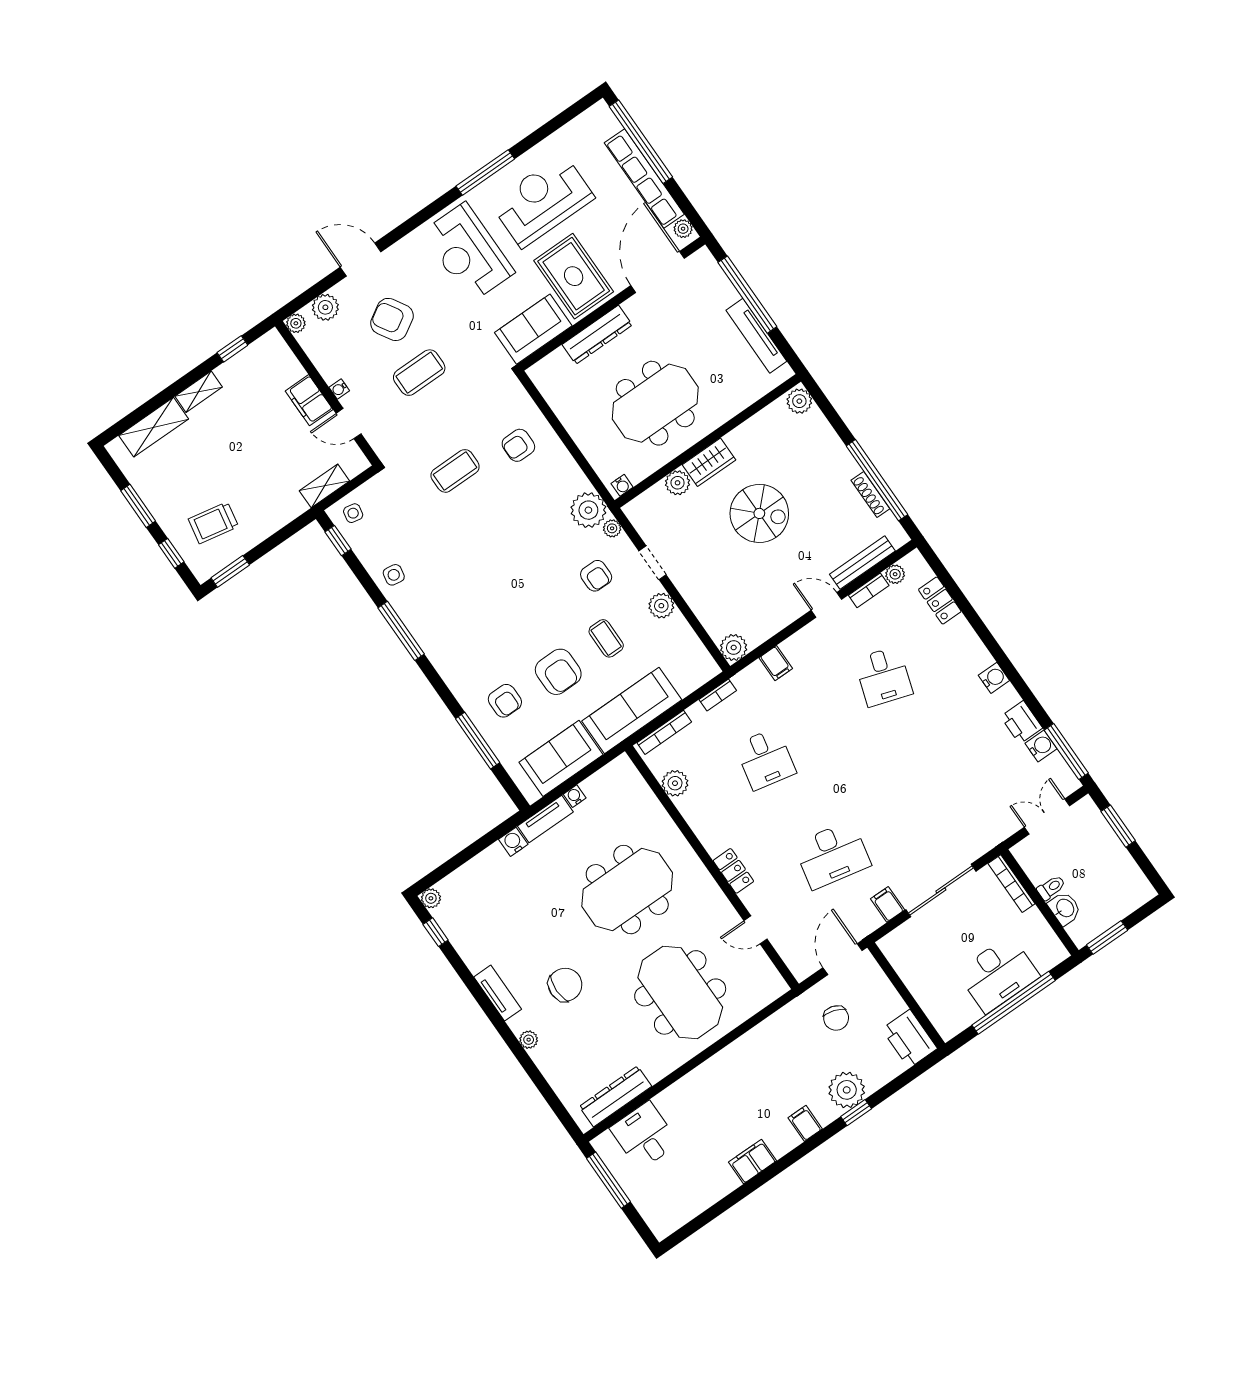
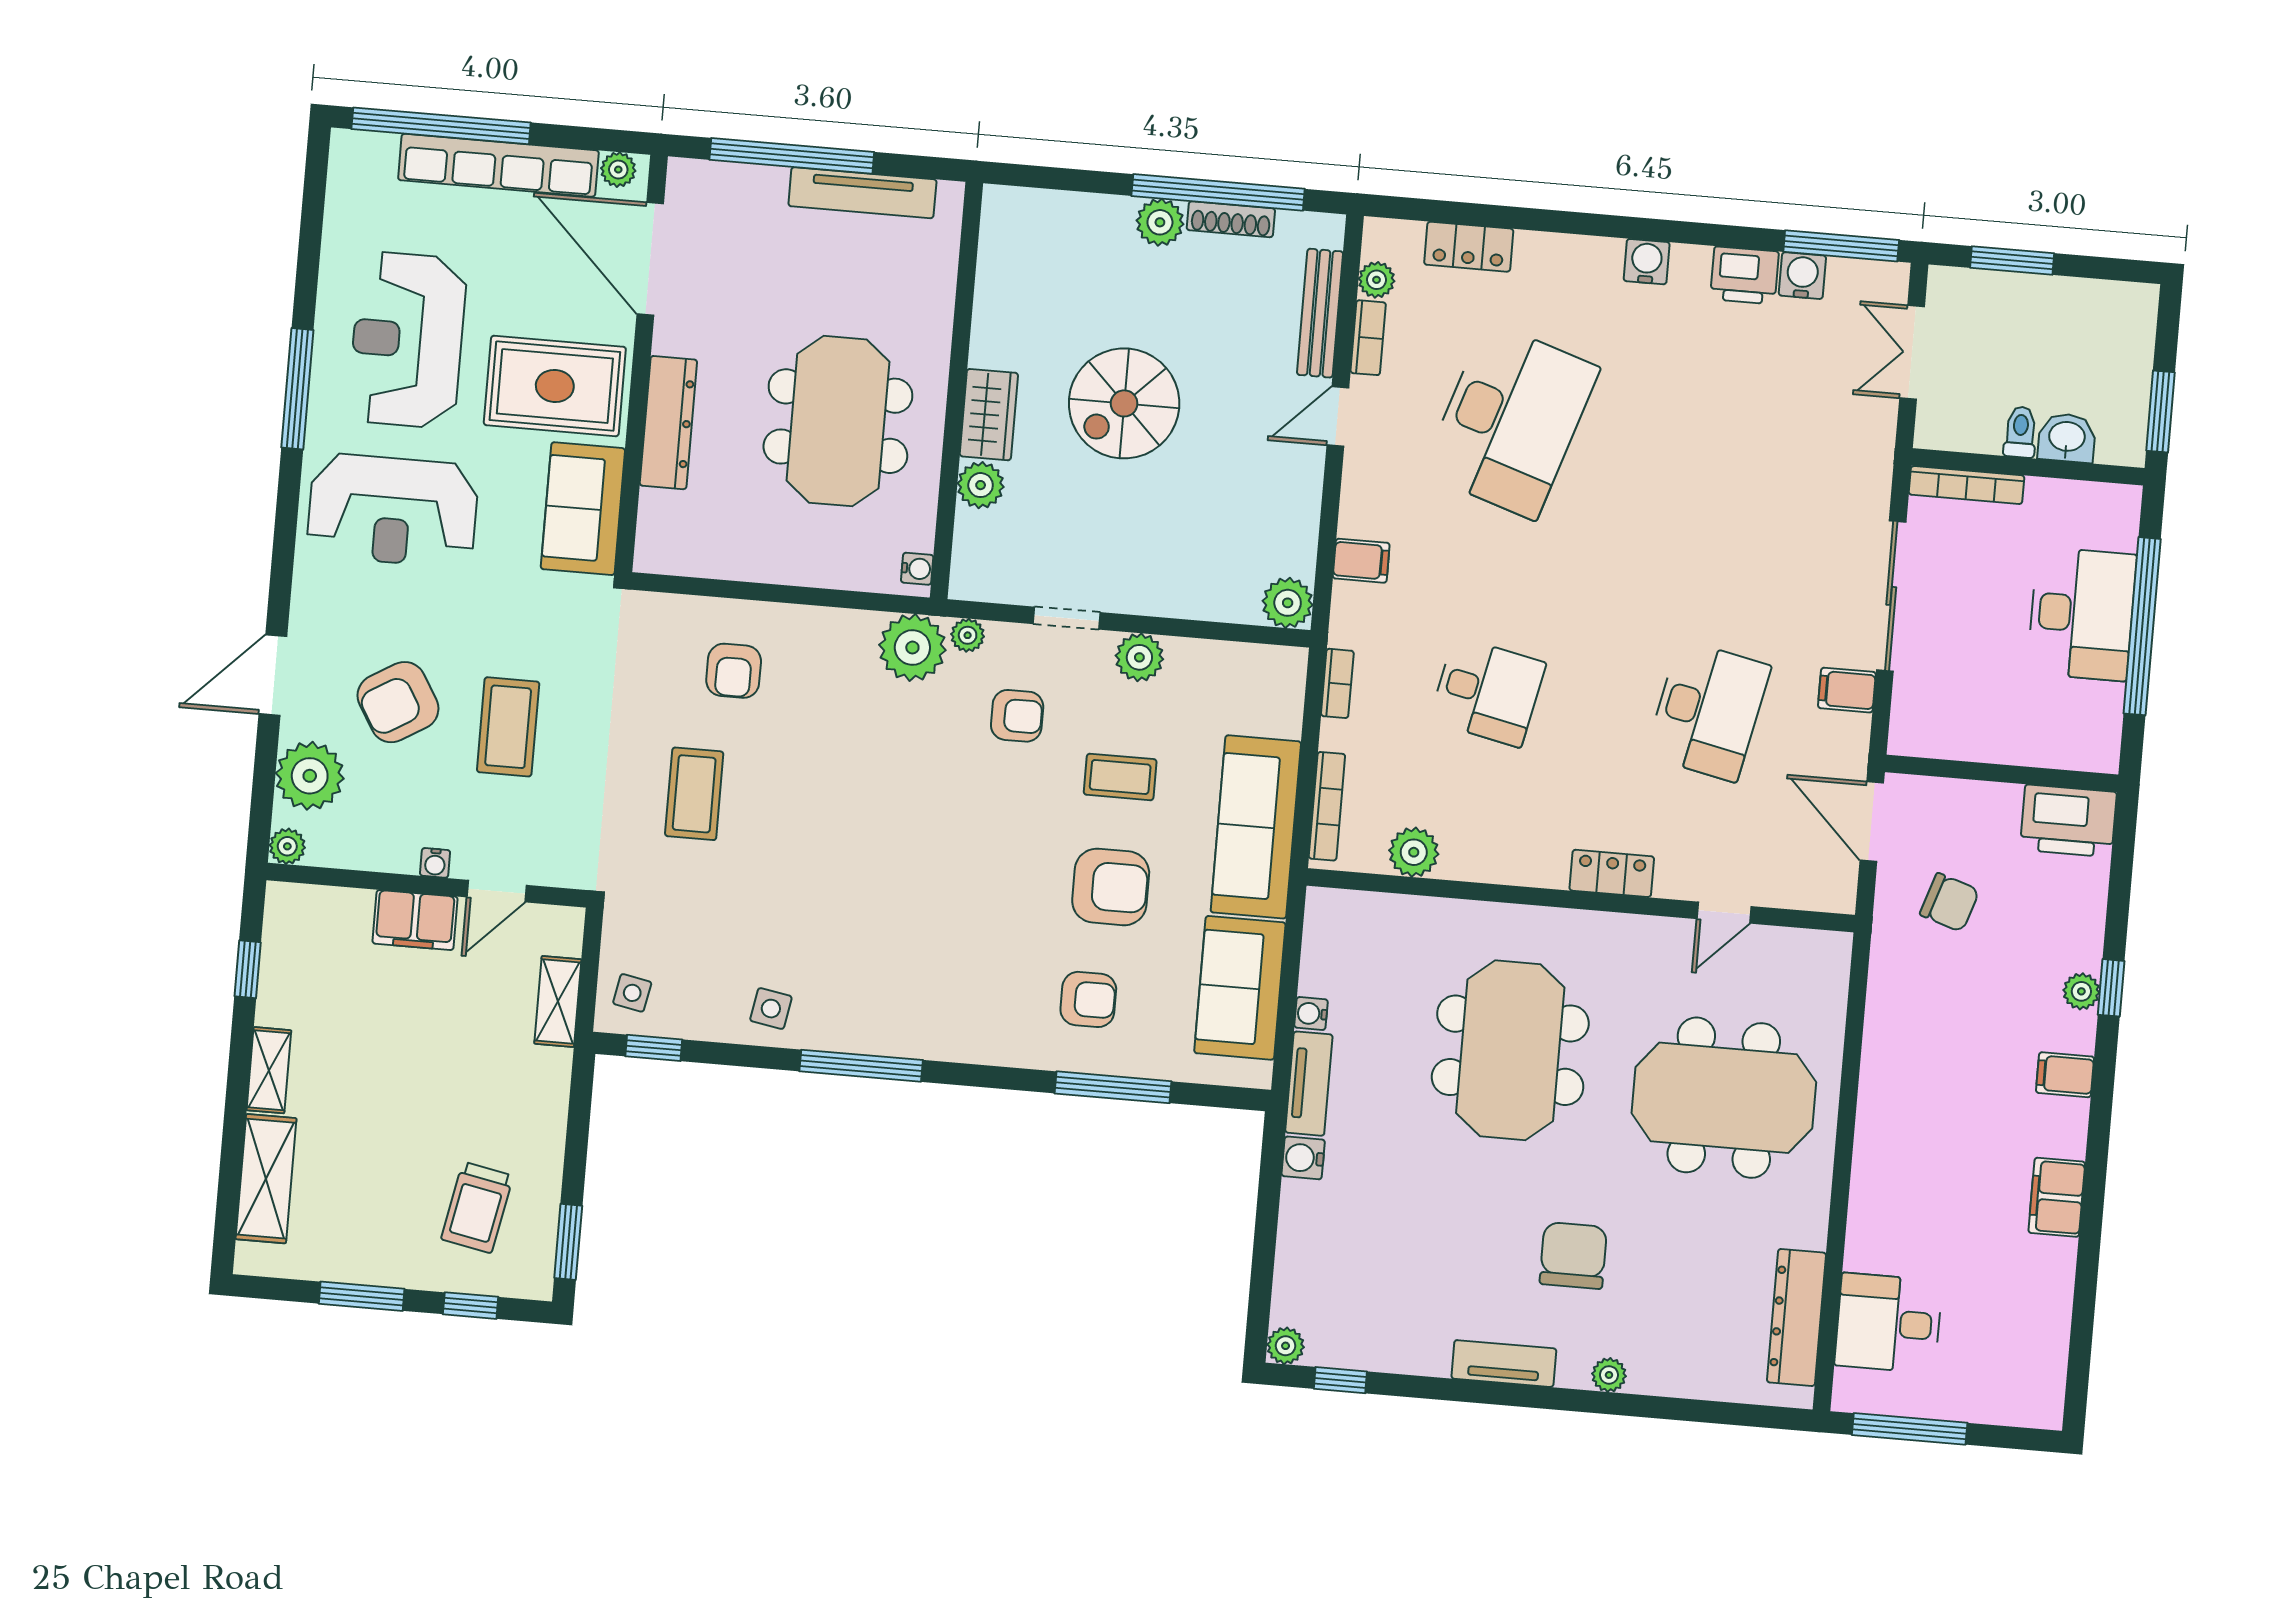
plant: (325, 307) -> (310, 776), width x1.36, depth x1.36
plant: (799, 401) -> (1160, 222), moved
spiral stairs: (759, 513) -> (1124, 403), turned 180
desk: (883, 676) -> (1511, 420), width x1.87, depth x1.30
plant: (847, 1090) -> (2081, 991), width x0.53, depth x0.53

